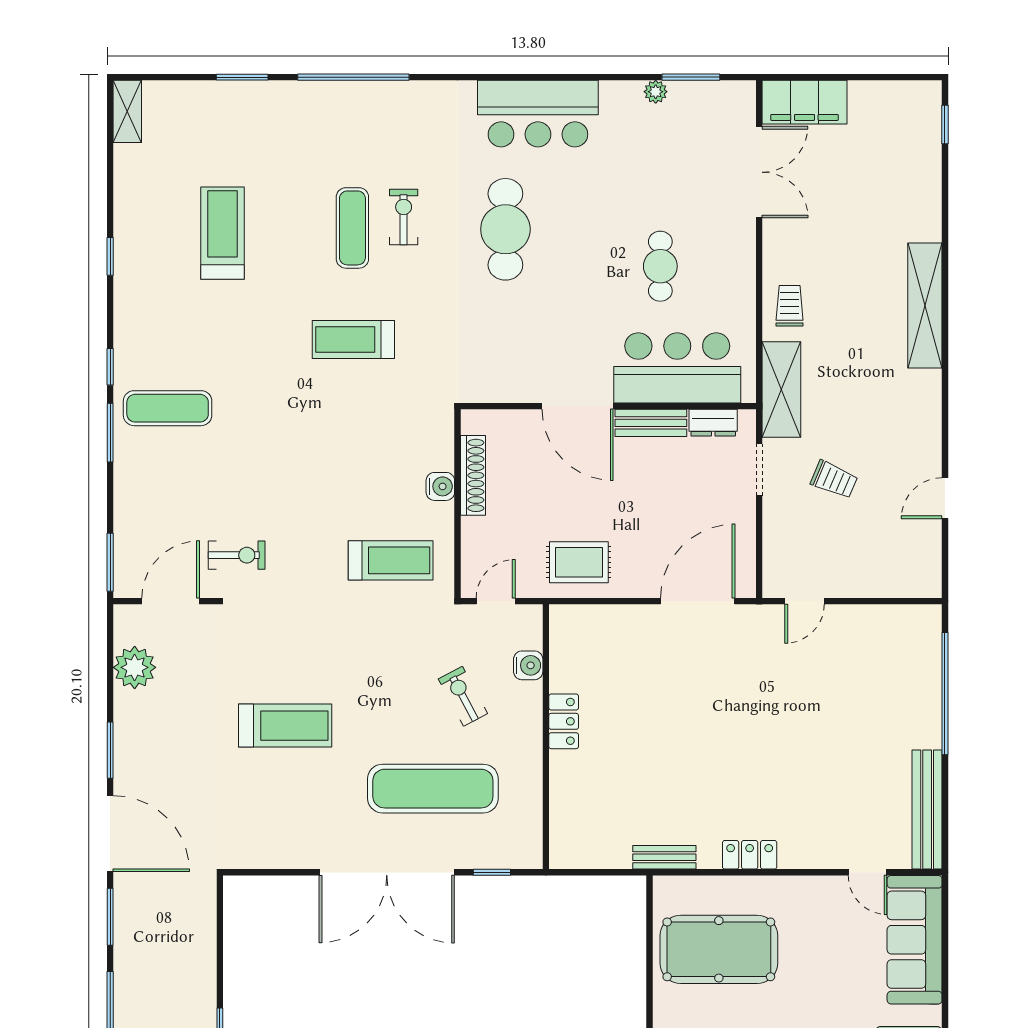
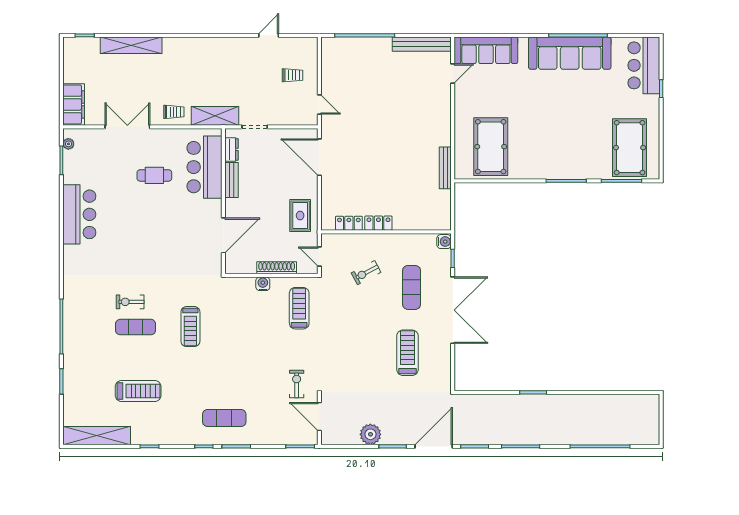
plant: (656, 92) -> (68, 144), moved
shelving: (127, 111) -> (97, 436), width x2.20, depth x1.33
bar counter: (538, 114) -> (79, 214), moved
double door: (759, 172) -> (127, 127), moved
cafe table: (505, 229) -> (136, 252), removed
treadmill: (223, 233) -> (138, 391), turned 180
trolley: (790, 306) -> (174, 112), turned 180
shelving: (925, 306) -> (131, 45), moved
door: (577, 406) -> (223, 235), moved
exercise mat: (168, 408) -> (224, 418), turned 90
shoe rack: (473, 475) -> (277, 268), moved
trolley: (834, 480) -> (292, 75), moved, turned 67
door: (945, 498) -> (269, 35), swing flipped
water cooler: (528, 665) -> (444, 242), moved, turned 90
plant: (135, 667) -> (370, 434), moved
treadmill: (285, 726) -> (408, 353), moved
exercise mat: (433, 789) -> (412, 287), width x0.73, depth x0.69
locker: (750, 855) -> (349, 223), moved, turned 90
bench: (664, 857) -> (445, 168), width x1.36

